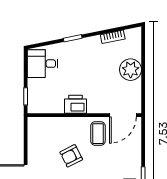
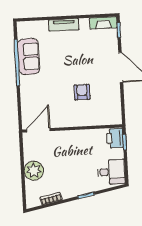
printer: (75, 104) -> (115, 138), moved, turned 90
coffee table: (98, 134) -> (59, 113), removed
armchair: (71, 156) -> (82, 92), turned -63

